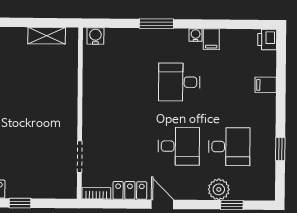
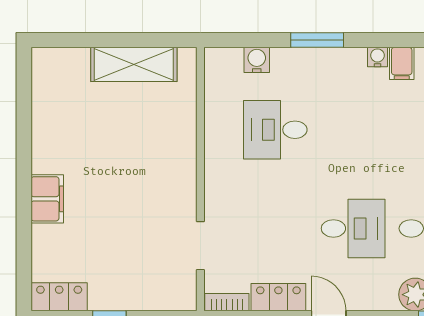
shelving: (47, 36) -> (134, 64), width x1.50, depth x1.33
water cooler: (95, 36) -> (257, 60), moved
desk: (179, 82) -> (275, 130), moved

